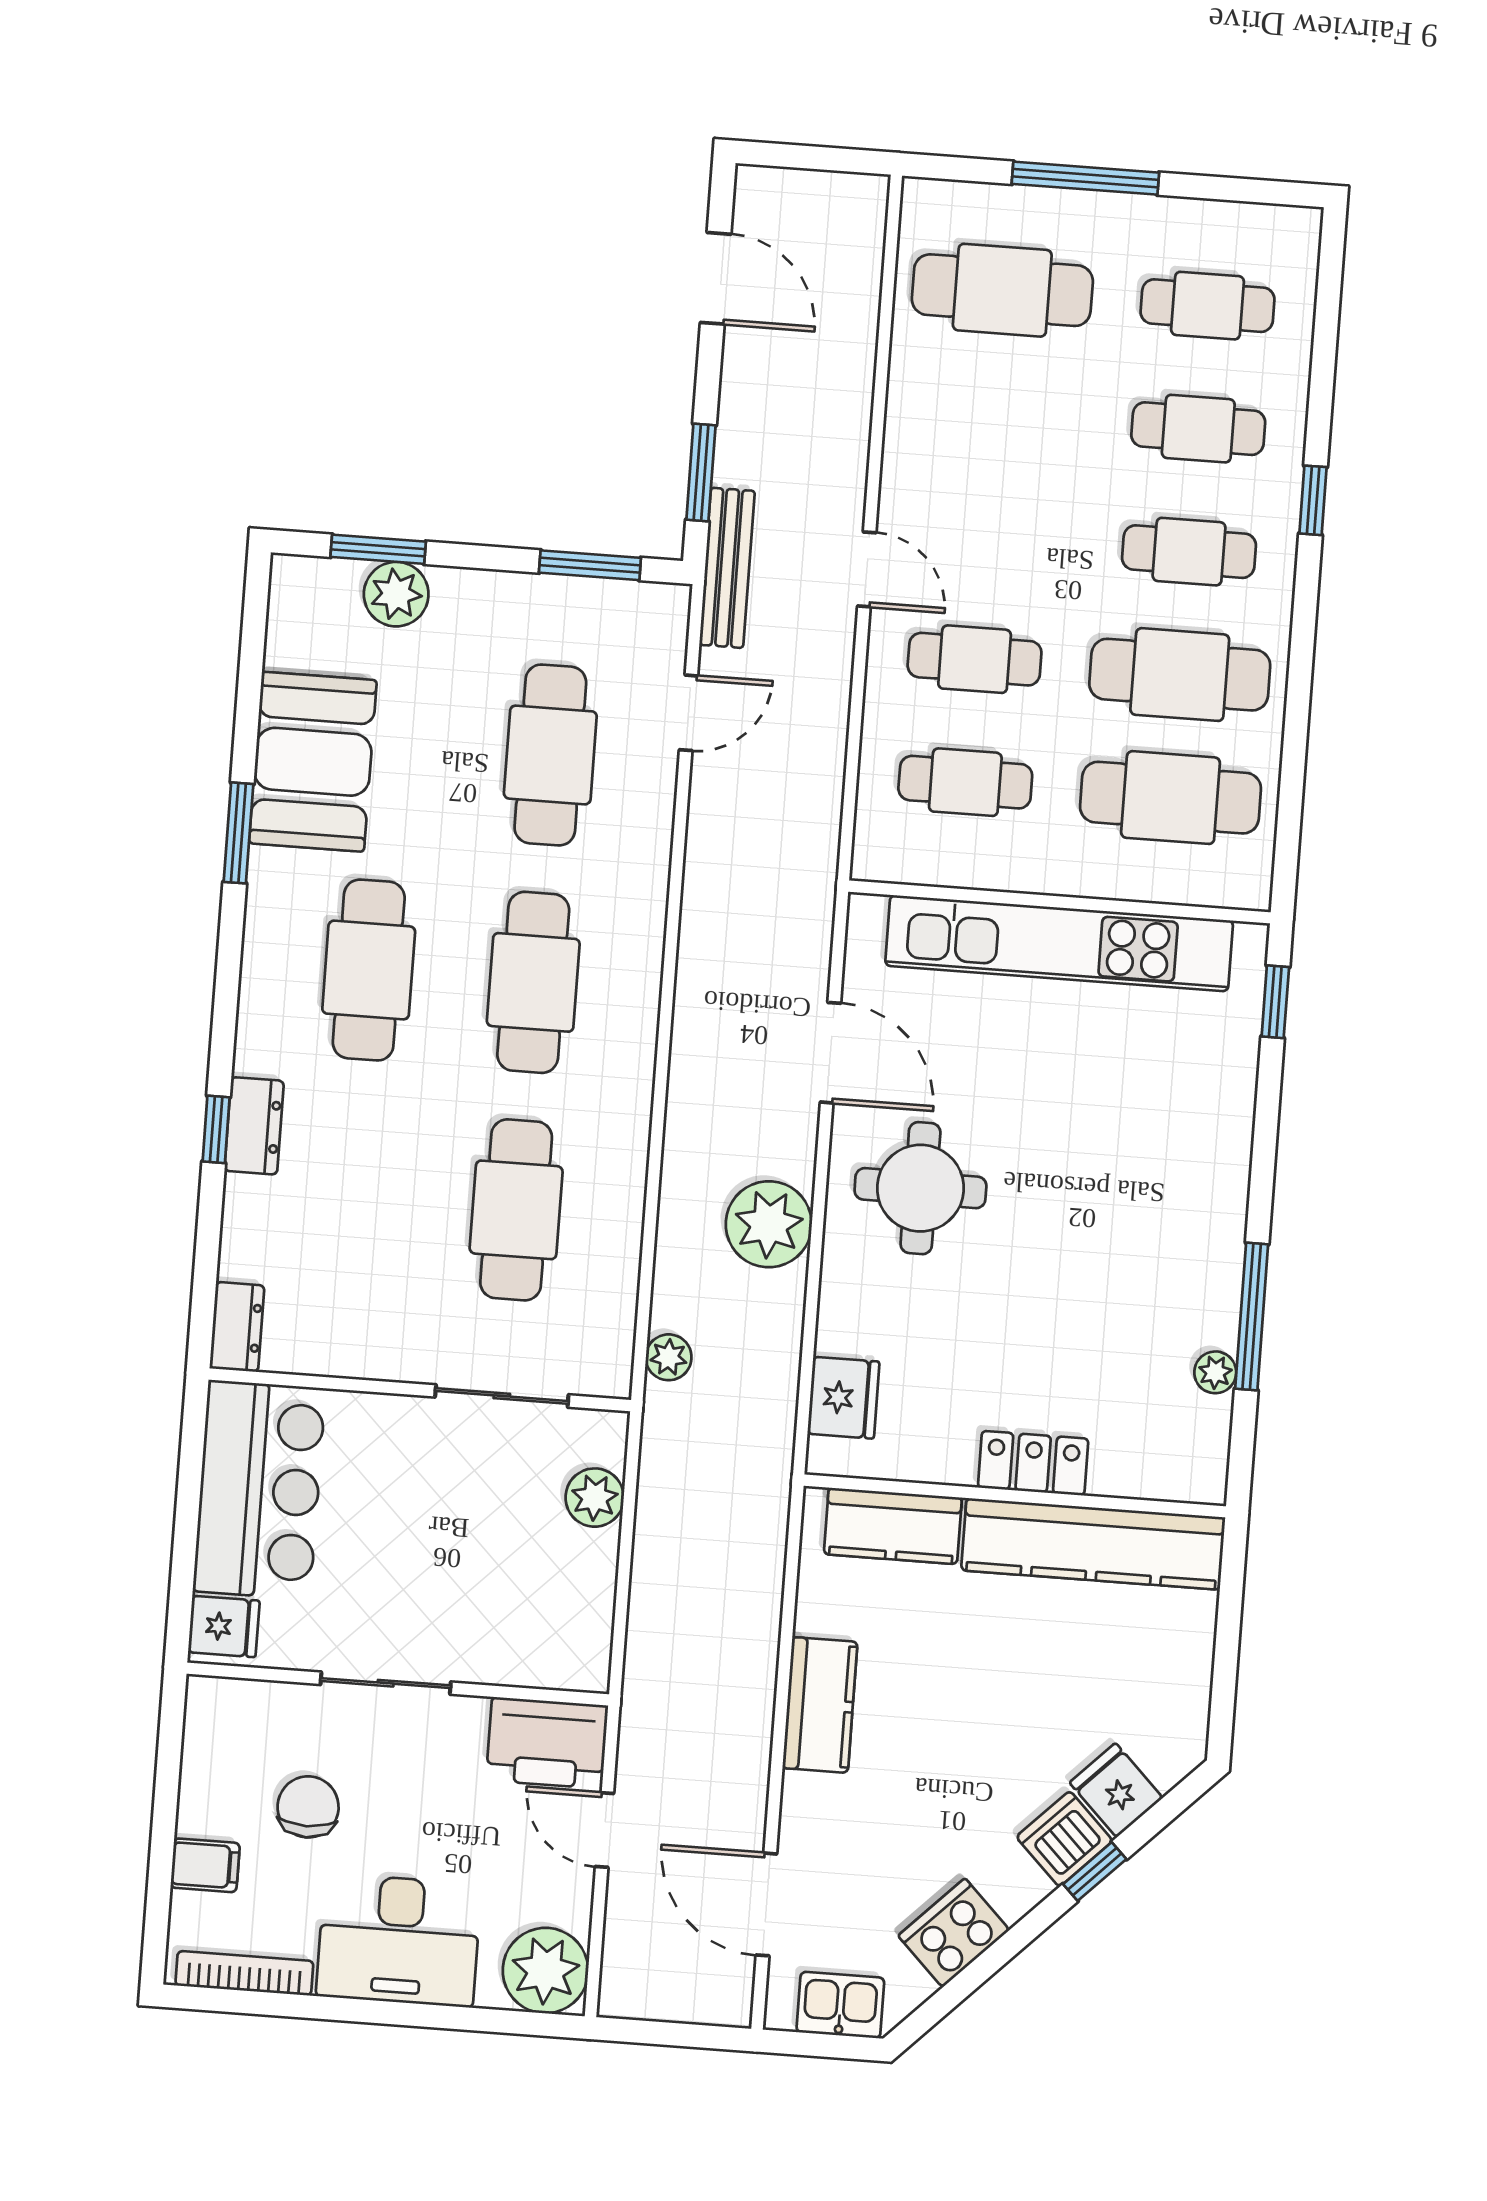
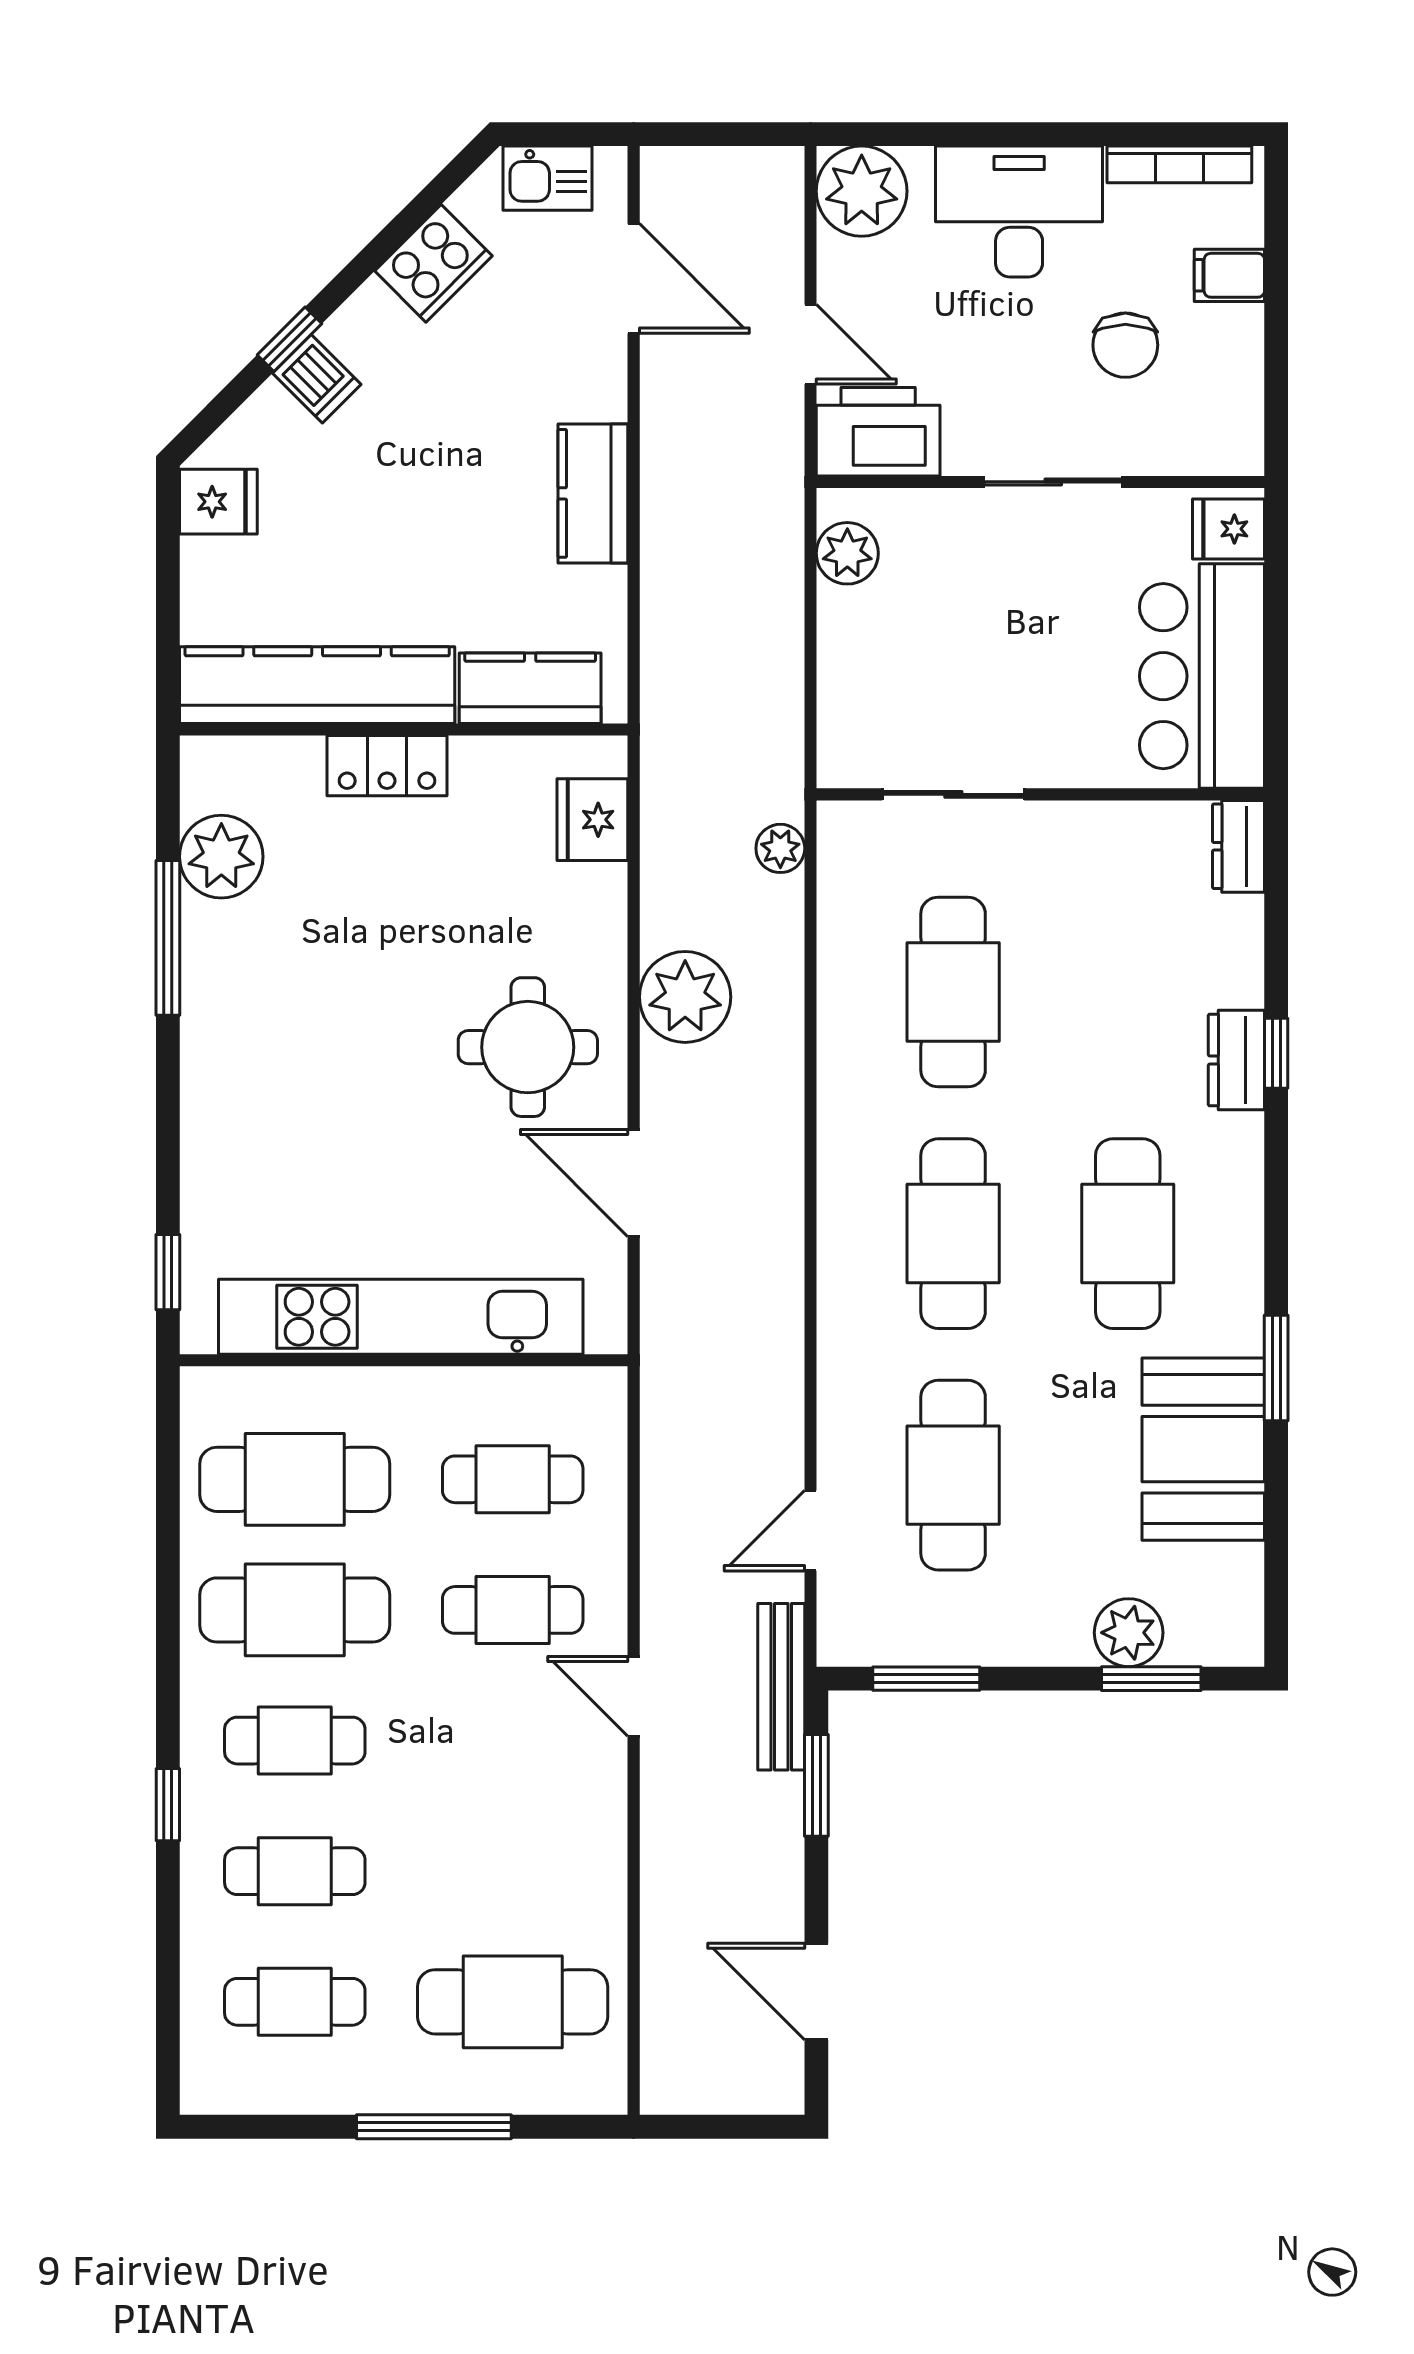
plant: (1215, 1372) -> (221, 857), width x1.88, depth x1.88
plant: (595, 1498) -> (847, 553), moved
fridge: (1116, 1790) -> (218, 502), moved, turned -45
dishwasher: (1064, 1839) -> (317, 379), width x0.73

